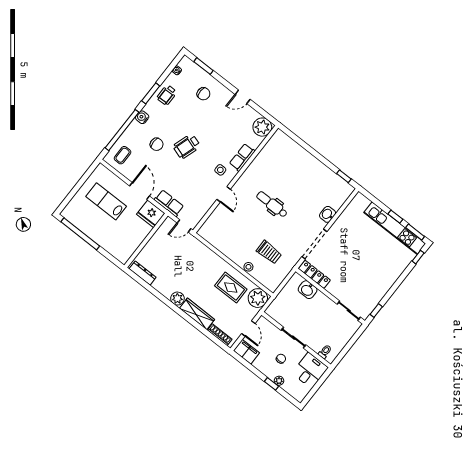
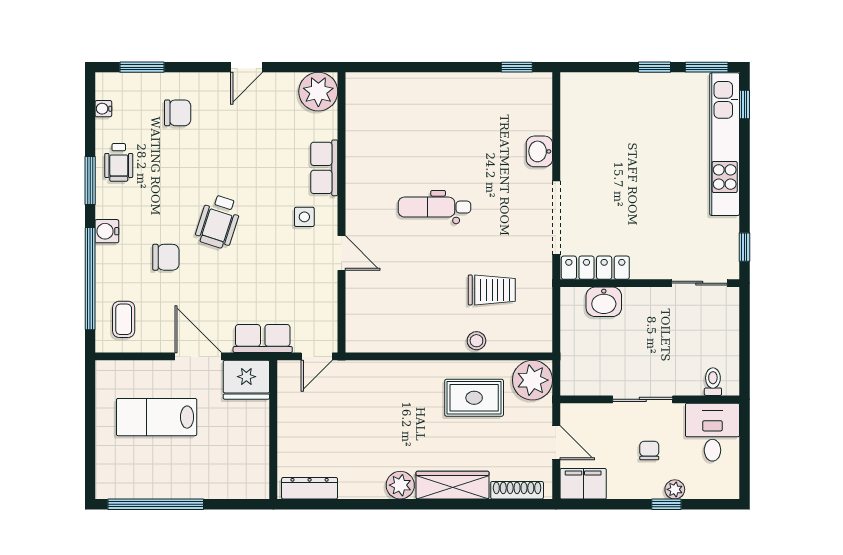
kitchen unit: (395, 228) -> (725, 144), moved, turned 90

